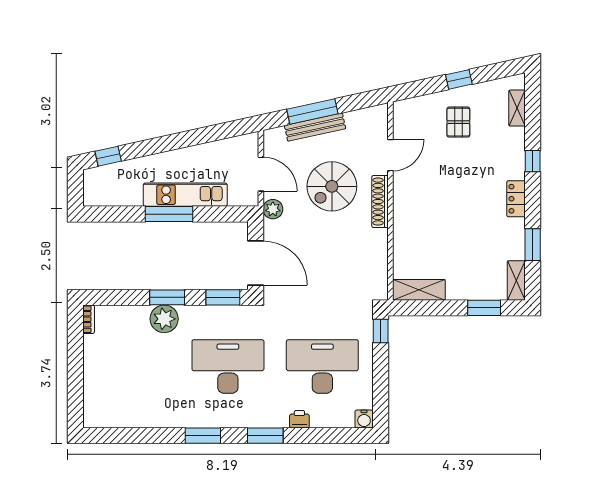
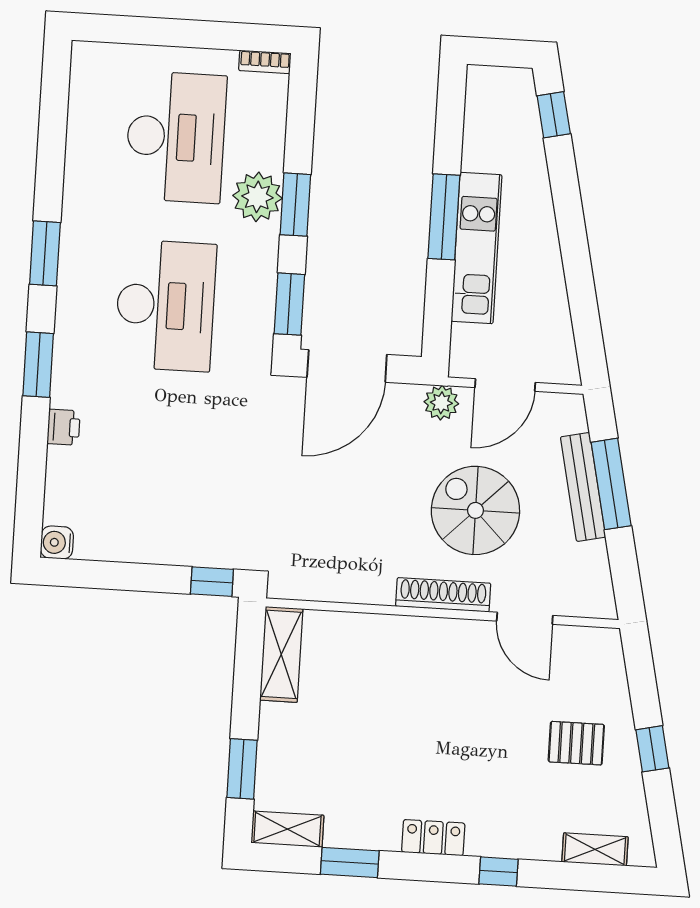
desk: (322, 366) -> (176, 137), moved

